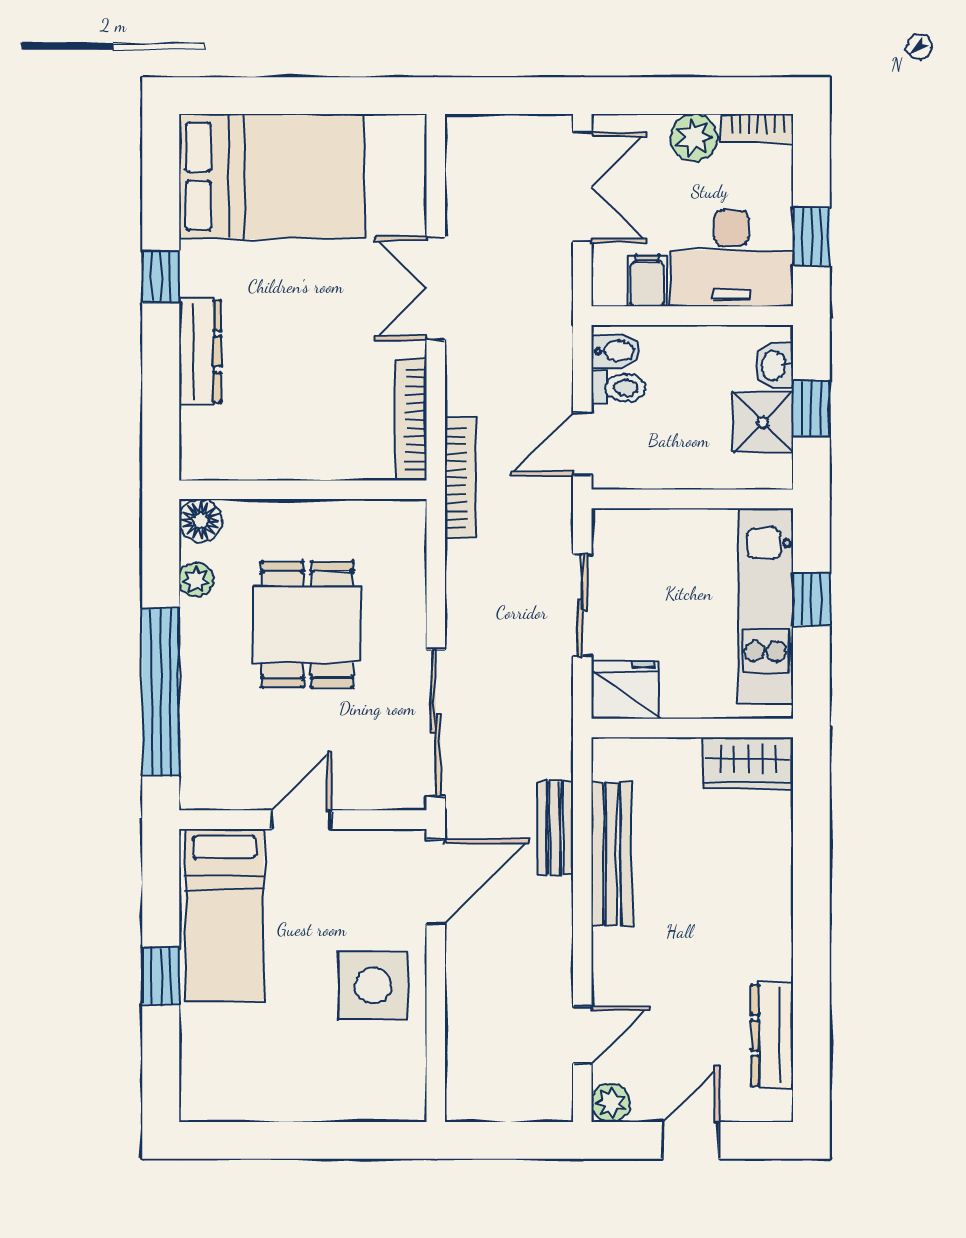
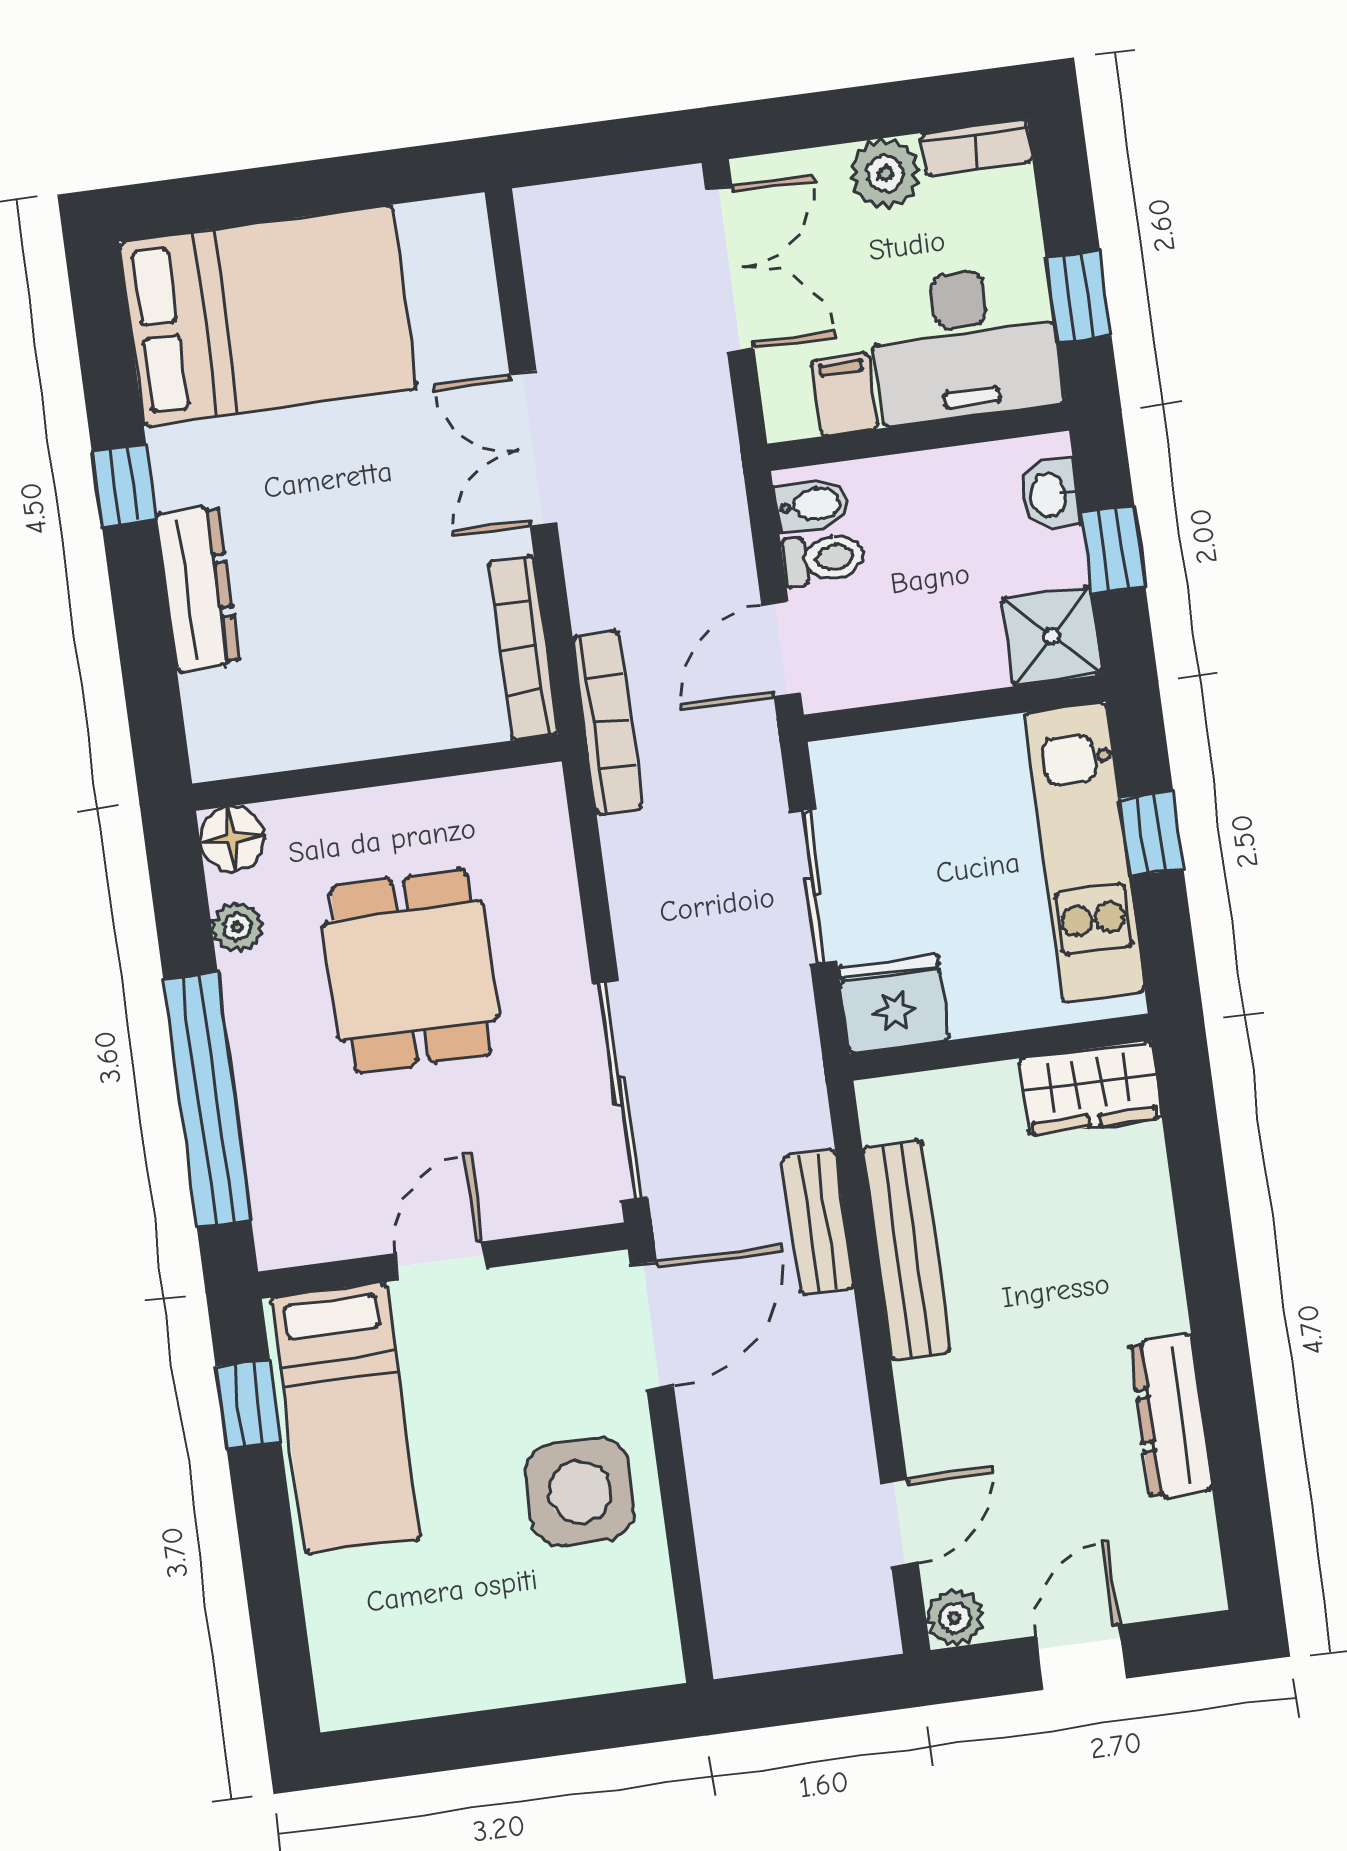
shower: (763, 422) -> (1052, 636), moved
window: (161, 976) -> (248, 1404), moved
dresser: (772, 1035) -> (1171, 1417), moved

